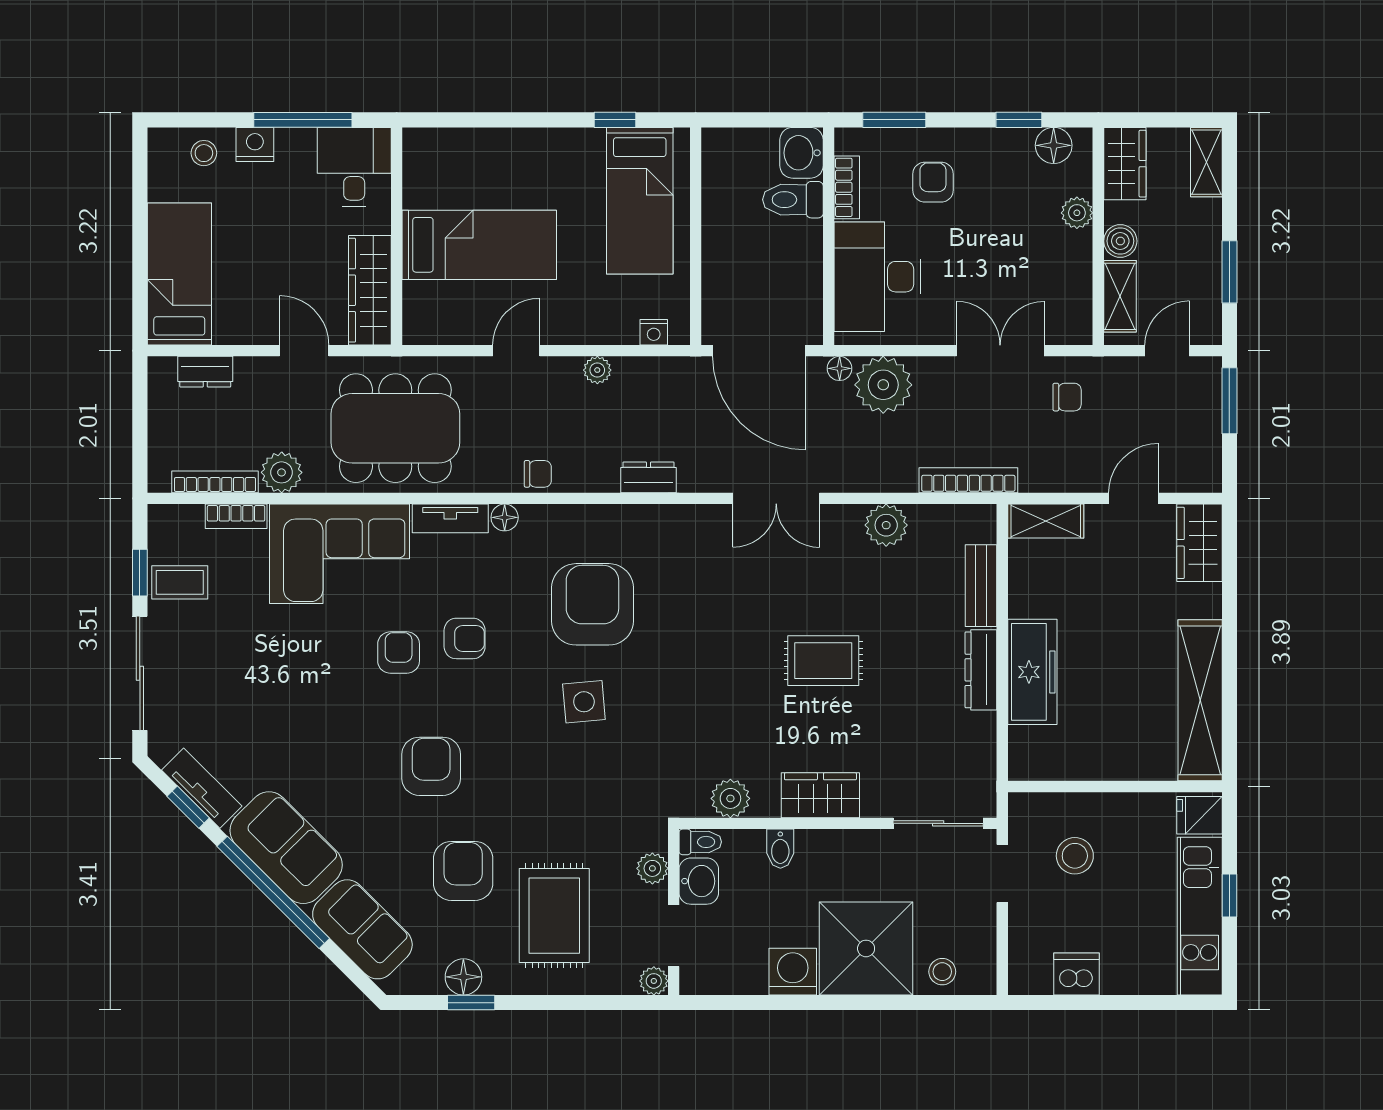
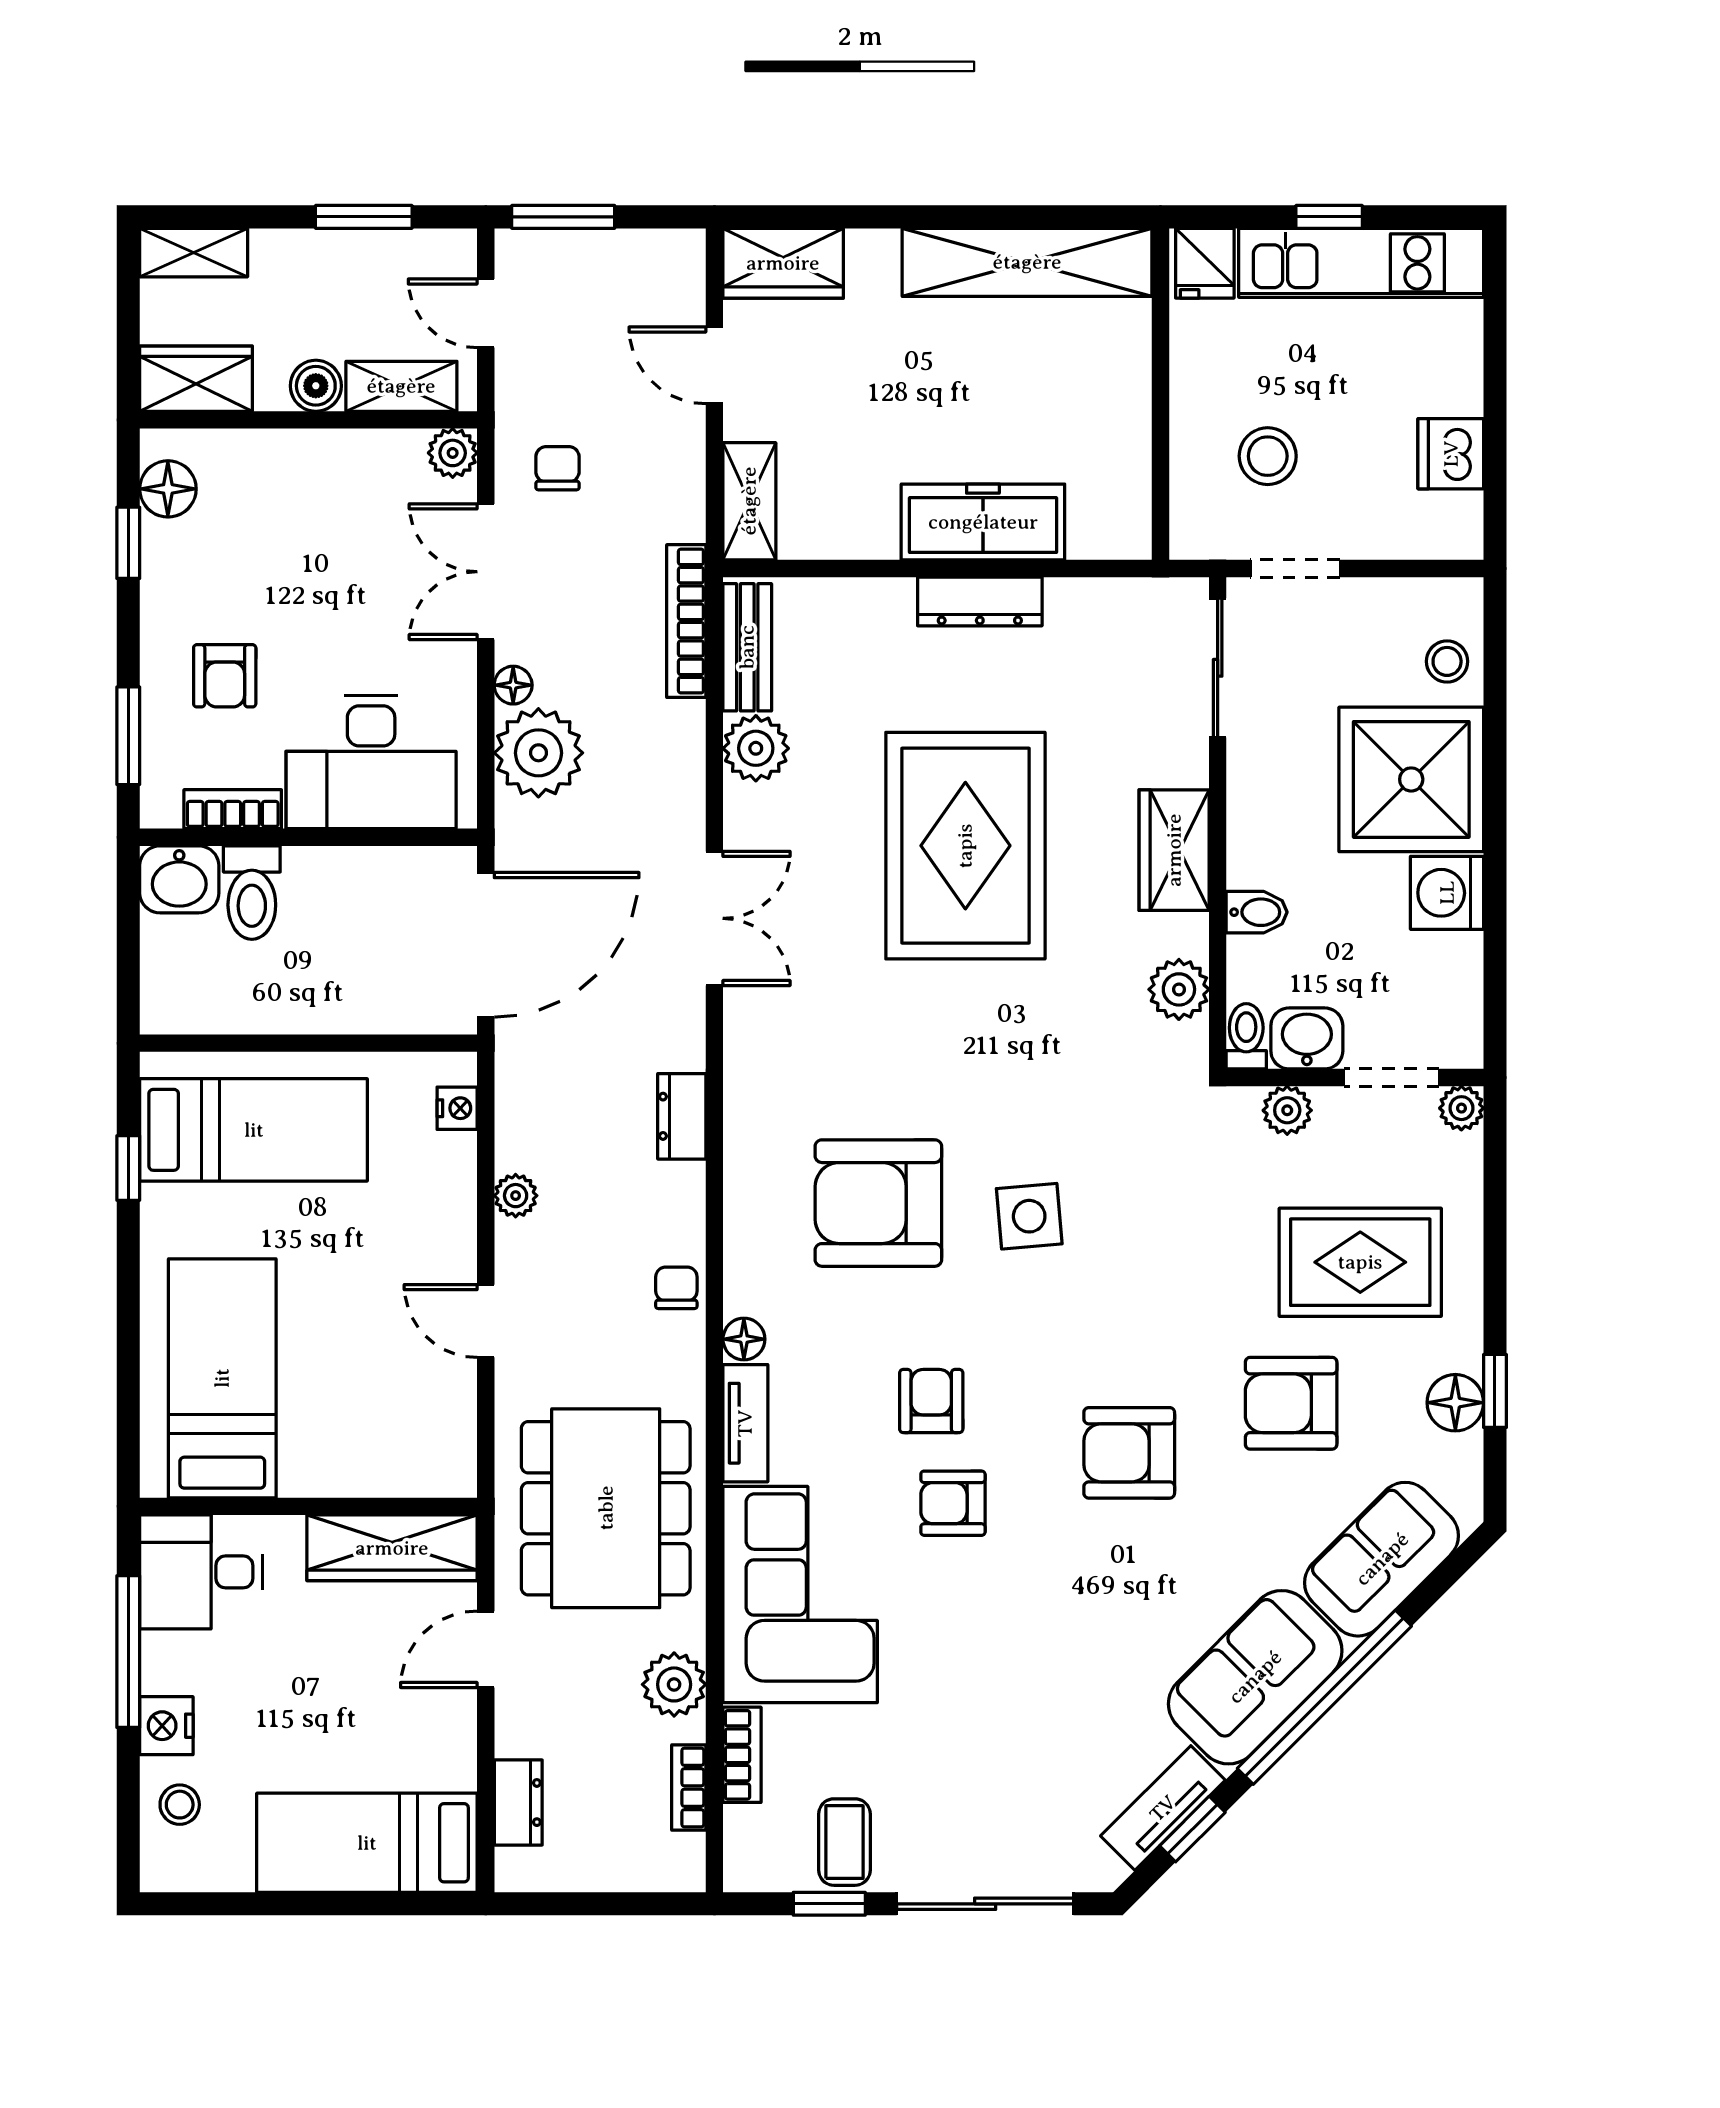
armchair: (933, 182) -> (225, 676), turned -90
plant: (1077, 213) -> (453, 453), moved
bed: (479, 245) -> (222, 1378), moved
floor lamp: (840, 368) -> (513, 685), moved
bookcase: (215, 482) -> (689, 1788), width x0.64
bench: (981, 586) -> (747, 647), moved, turned 90
rug: (823, 661) -> (965, 846), width x1.86, depth x2.06

